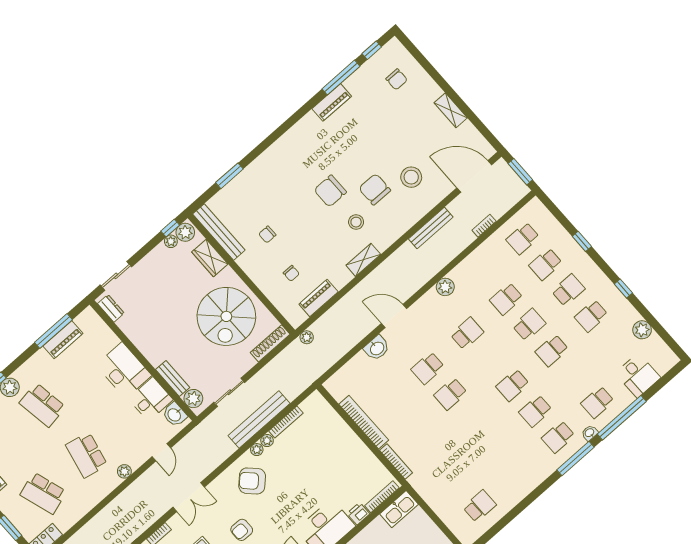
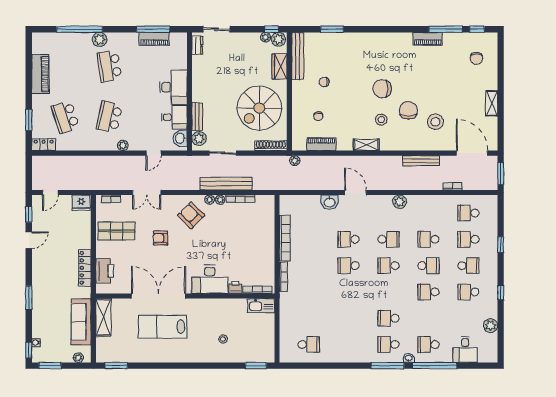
school desk: (513, 385) -> (389, 266), moved

